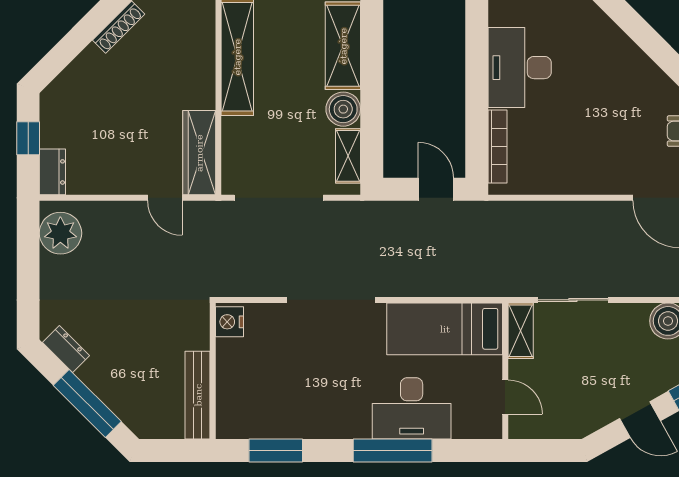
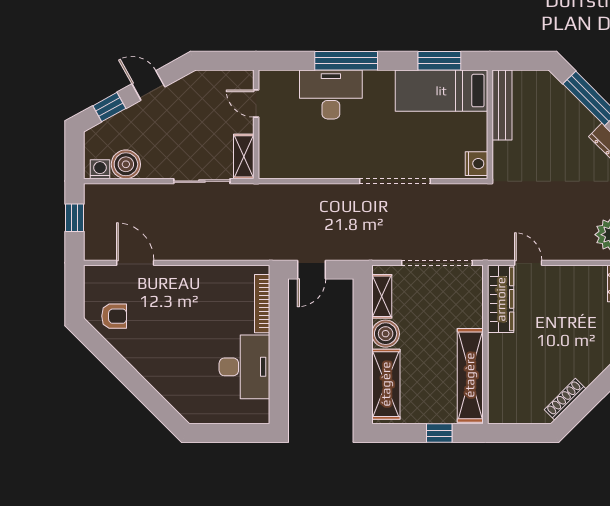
door: (436, 189) -> (311, 270), hinge flipped
bed: (445, 329) -> (441, 91), moved, turned 180

